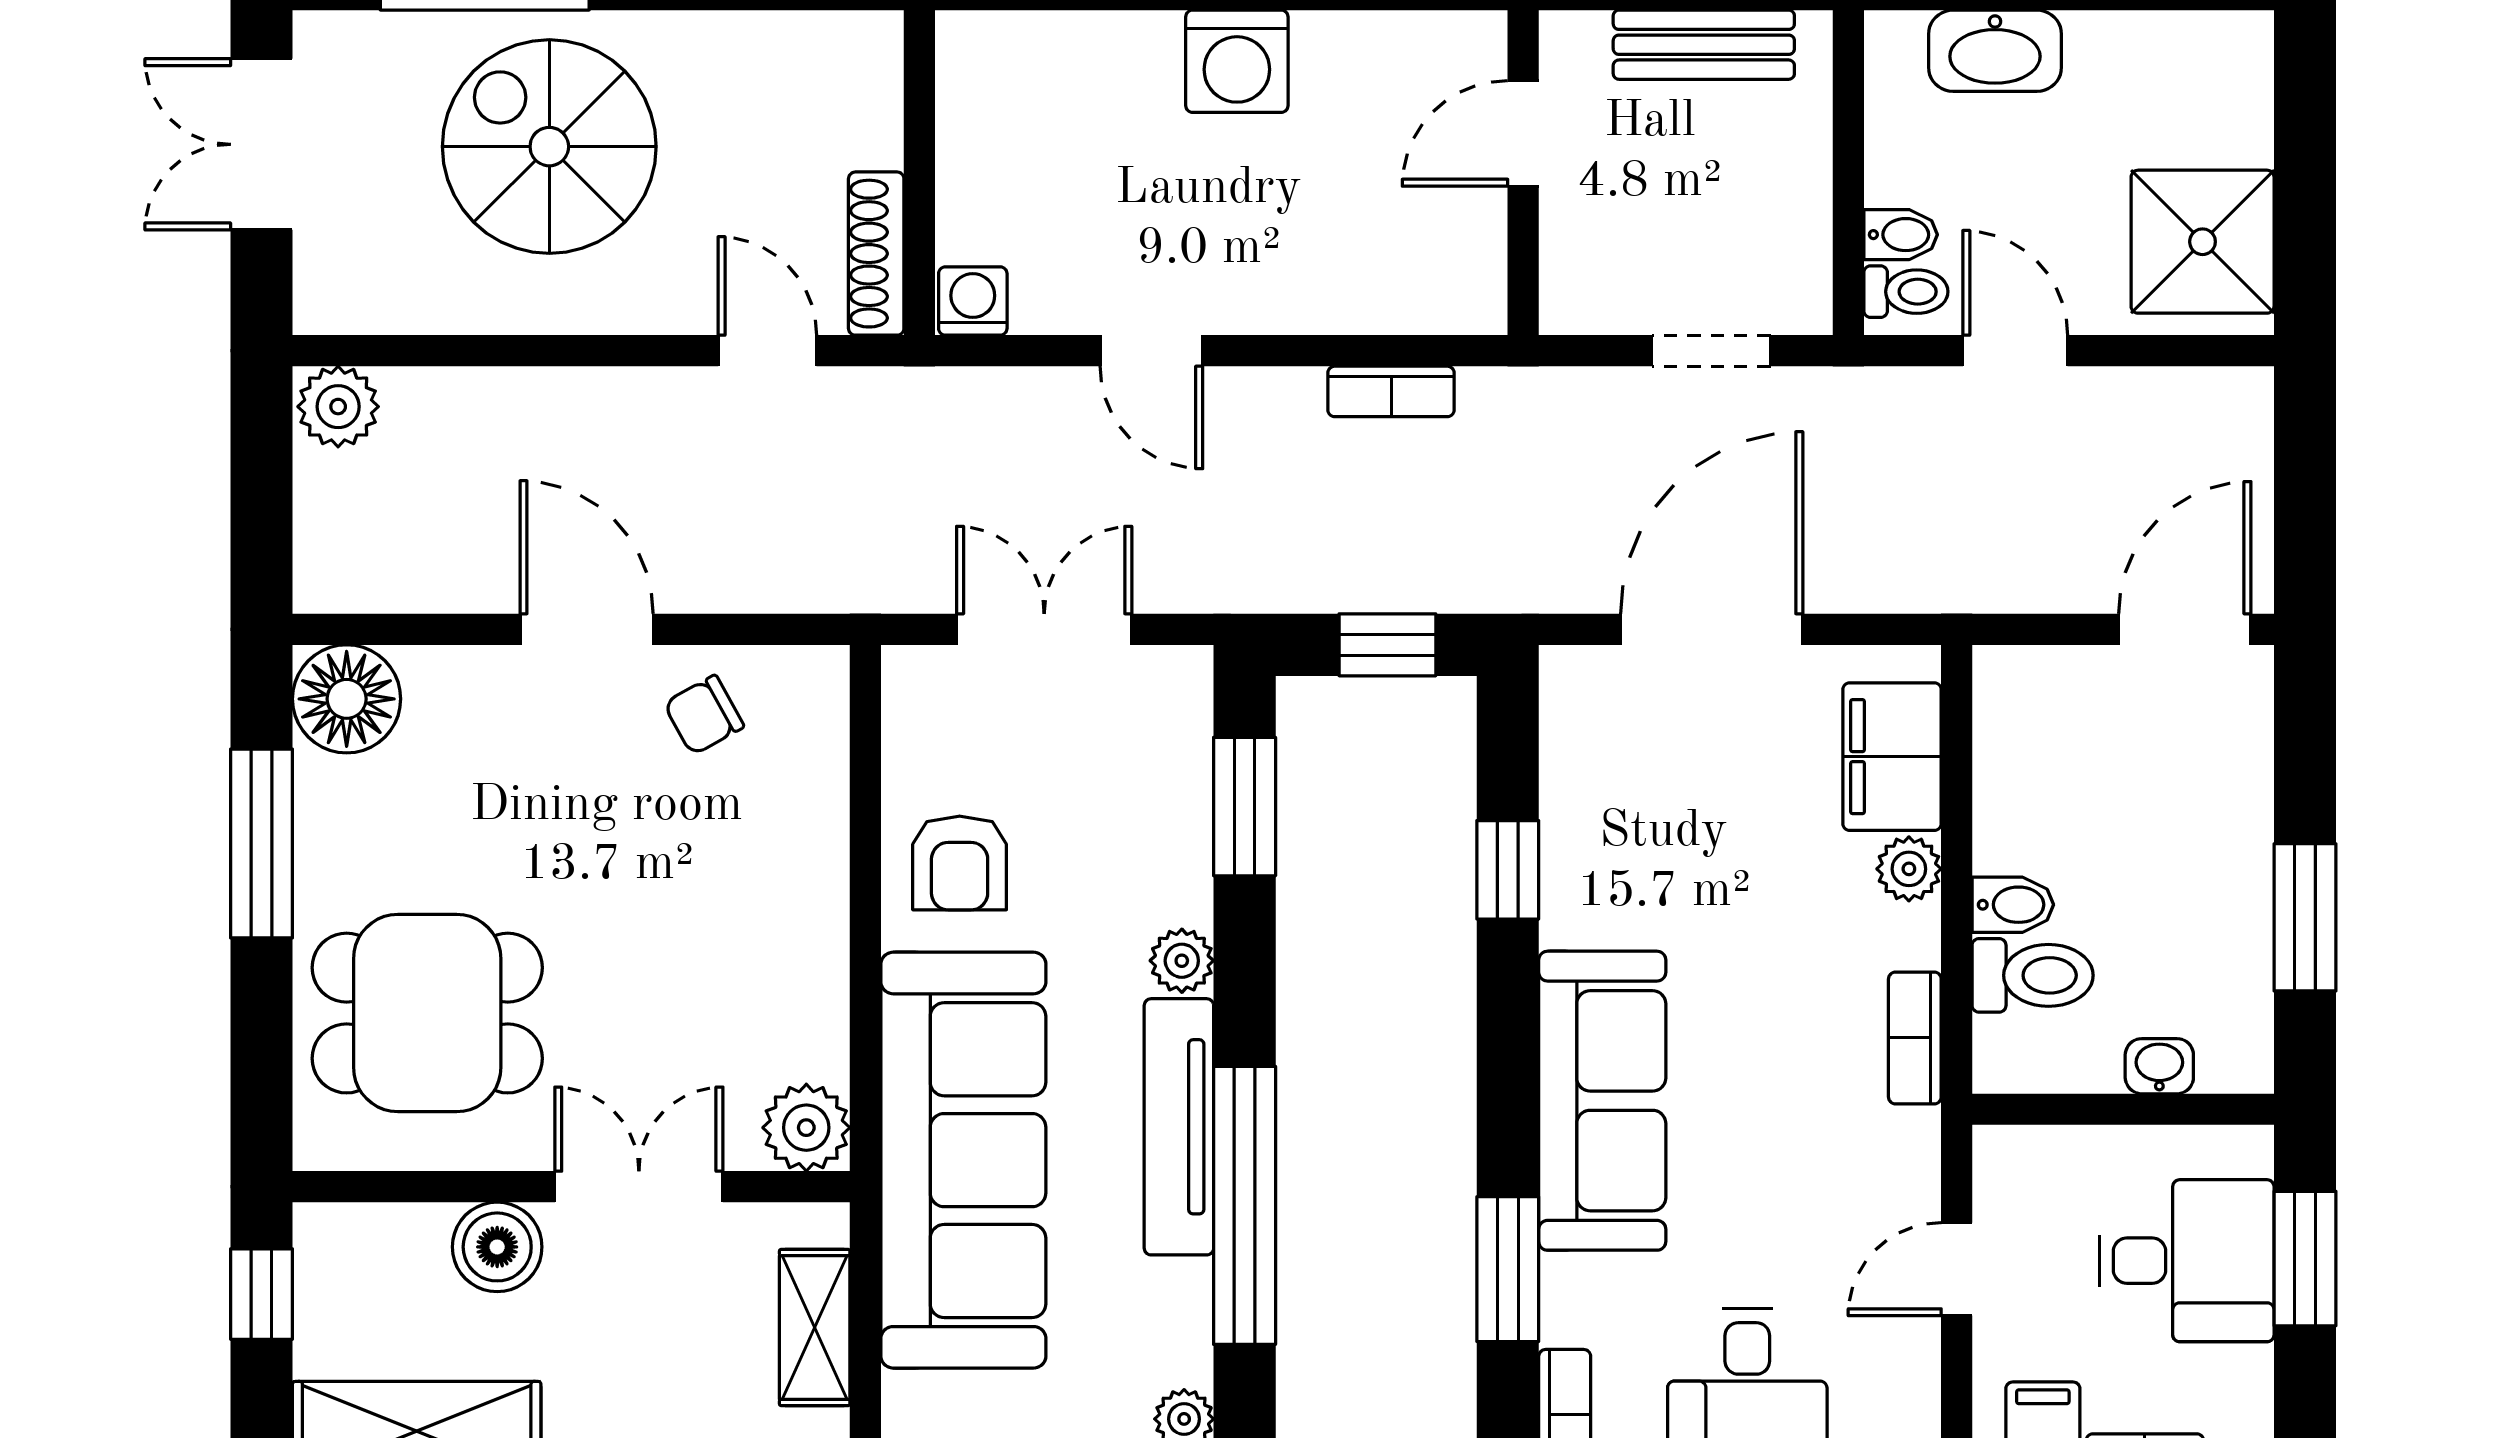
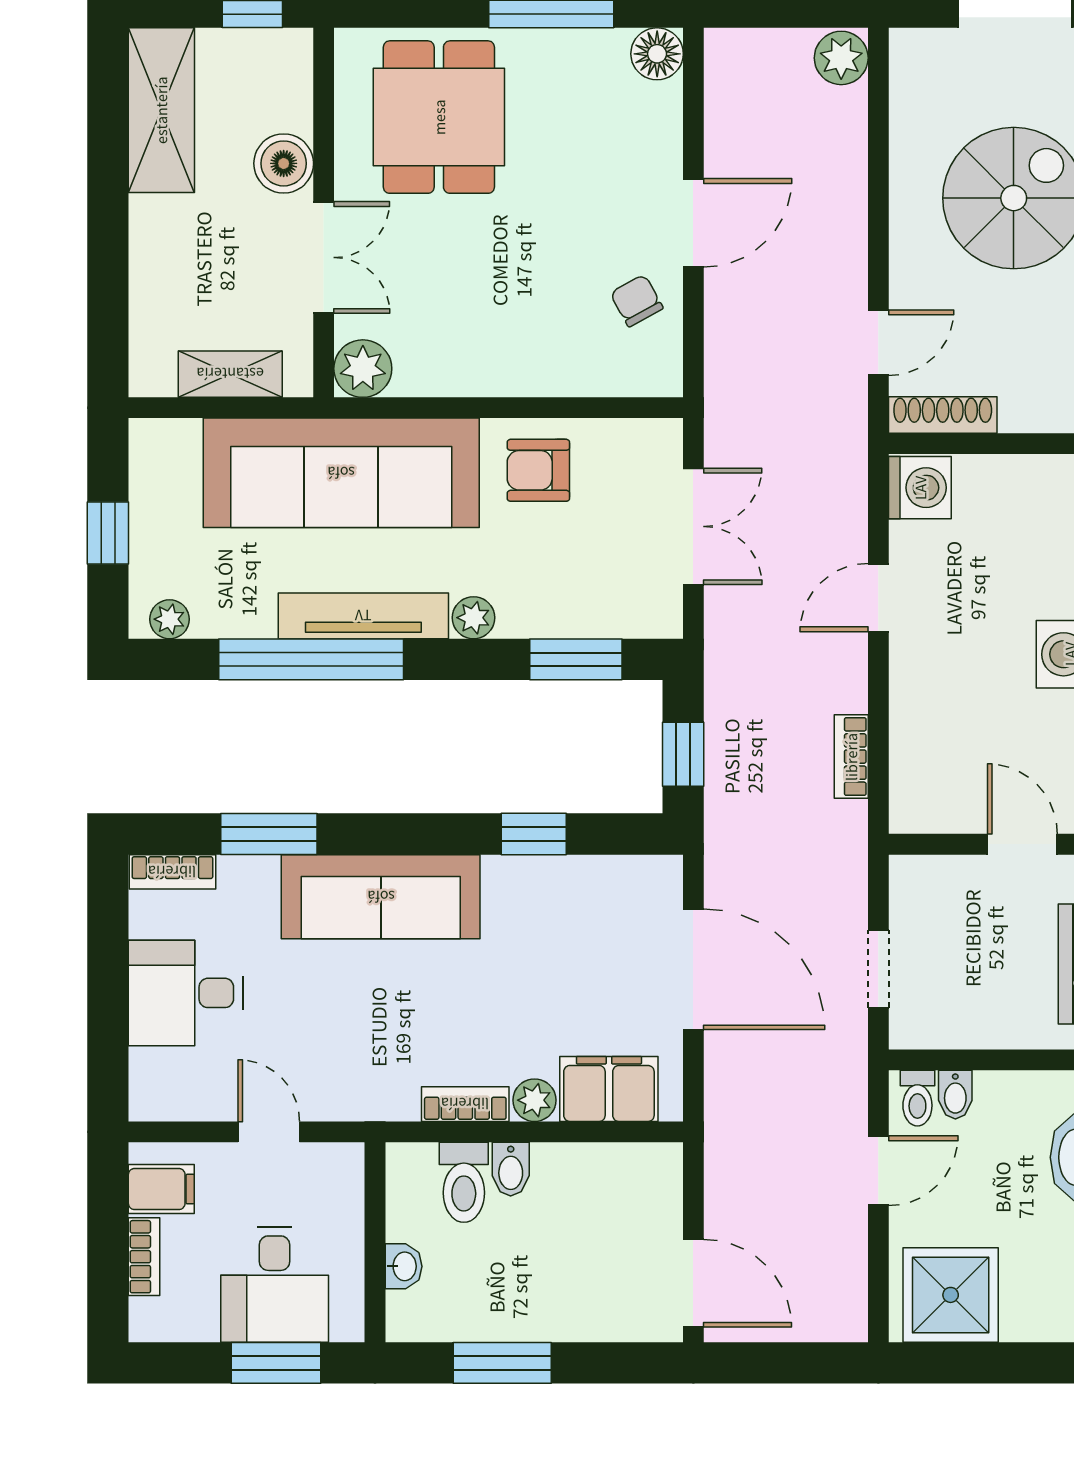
washing machine: (973, 301) -> (920, 488), width x1.38, depth x1.38
floor lamp: (347, 699) -> (657, 54), width x0.73, depth x0.73
bookcase: (1915, 1038) -> (465, 1104), moved

